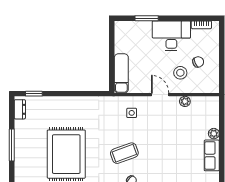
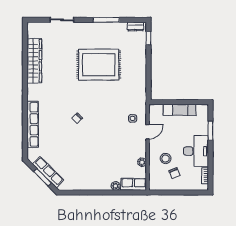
exam couch: (121, 73) -> (180, 110), moved
door: (160, 95) -> (148, 132), moved
coffee table: (124, 153) -> (100, 112), removed
row of seats: (212, 155) -> (134, 184), moved

